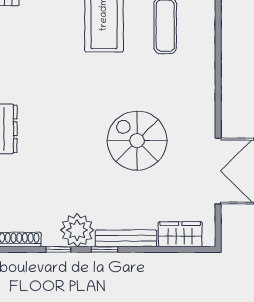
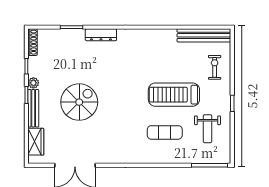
spiral stairs: (137, 141) -> (79, 102), moved
plant: (77, 230) -> (33, 83), width x0.53, depth x0.53

